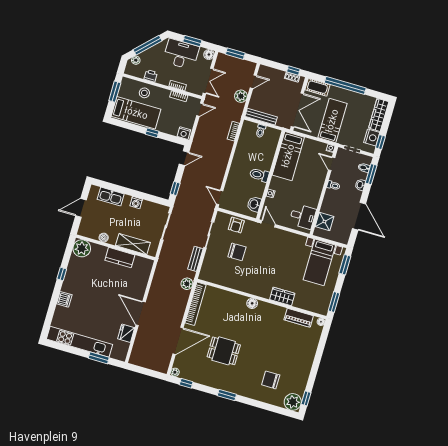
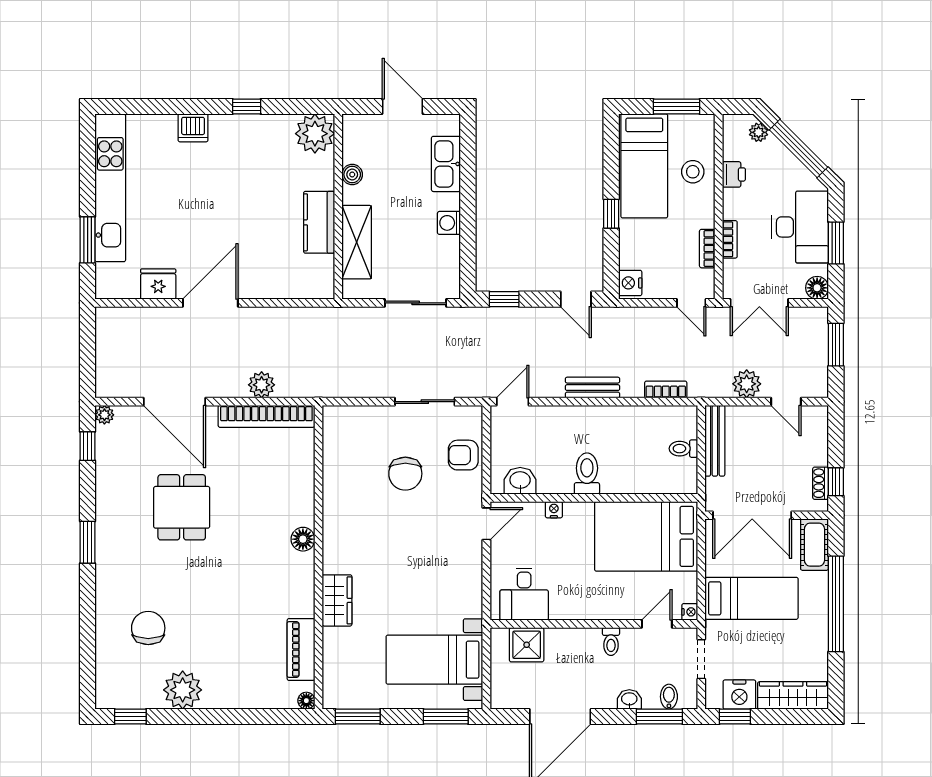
bed: (288, 156) -> (646, 536), width x1.50
bench: (195, 259) -> (593, 388), moved
plant: (187, 284) -> (262, 385), moved
plant: (293, 402) -> (183, 690), moved

